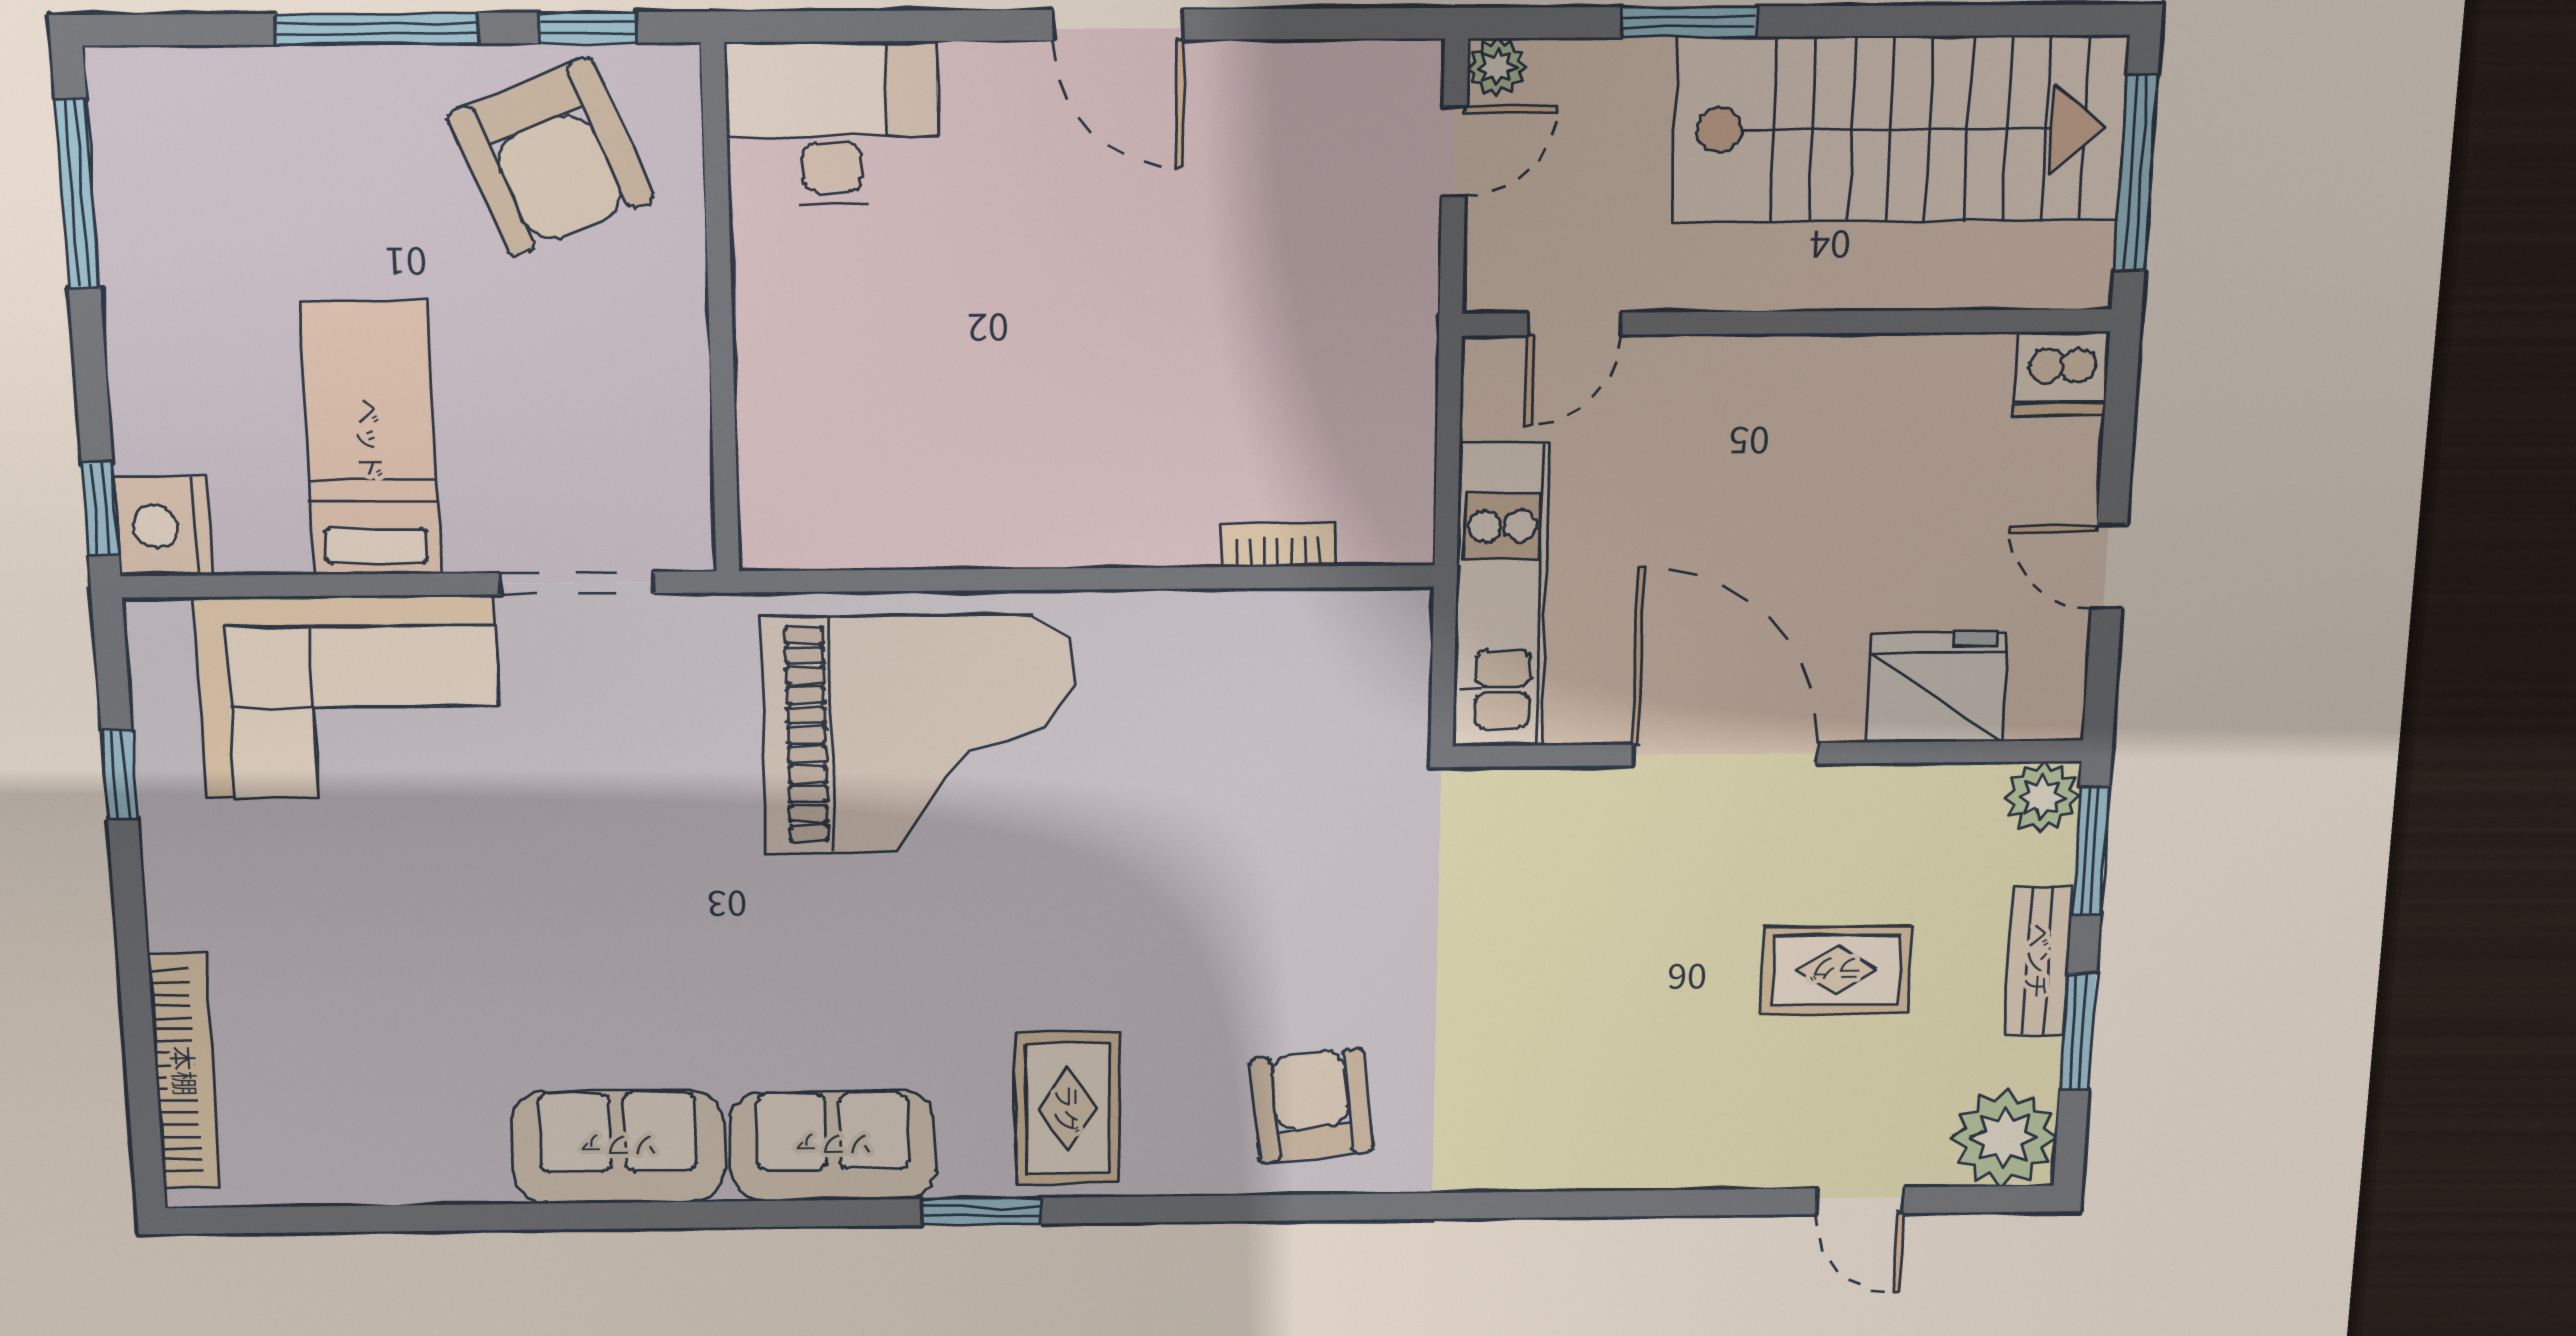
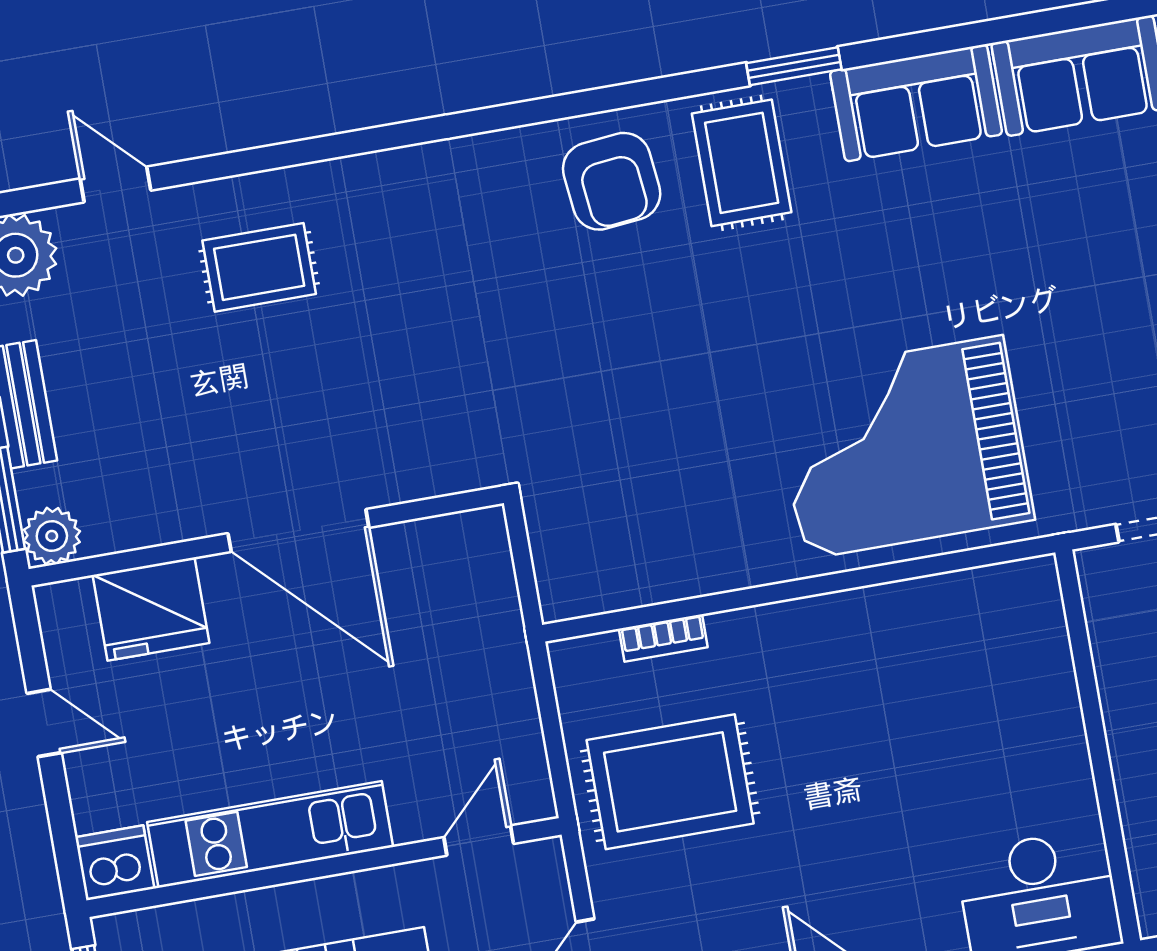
rug: (1304, 359) -> (670, 782), added
kitchen unit: (1501, 596) -> (270, 834), moved, turned 90
rug: (1836, 970) -> (259, 267), moved
armchair: (1312, 1106) -> (612, 181), moved

